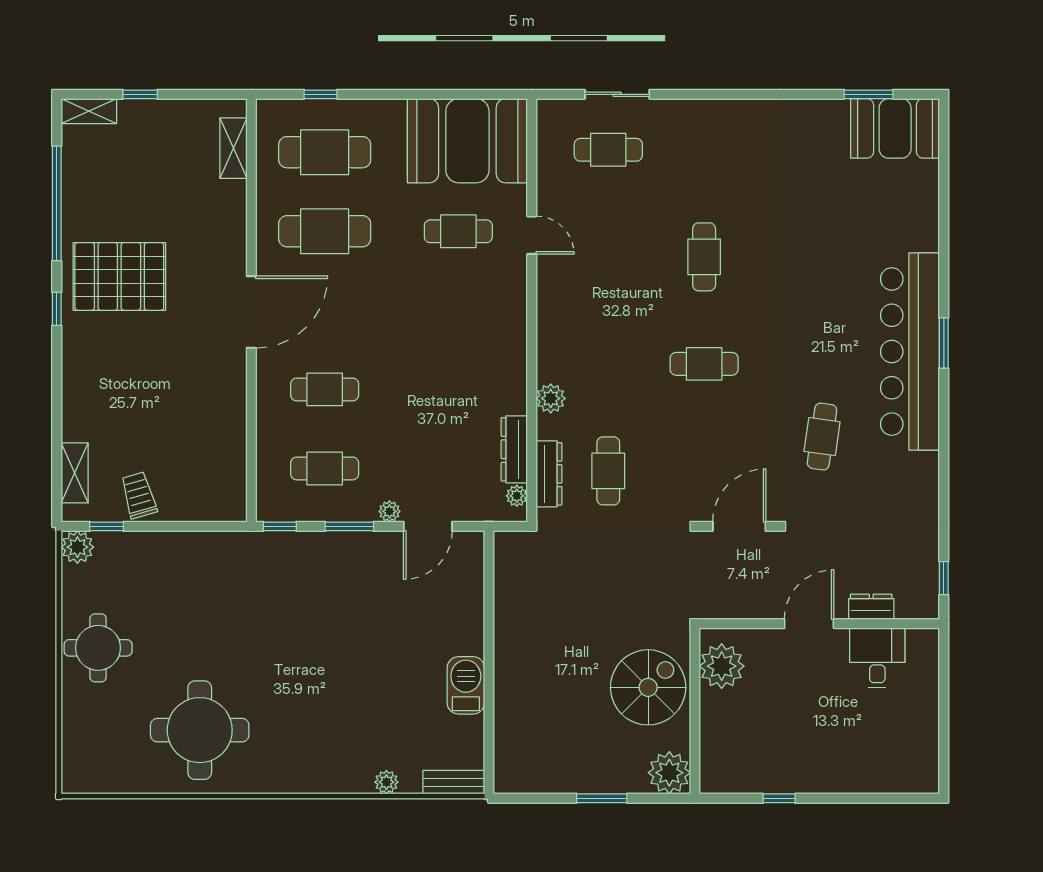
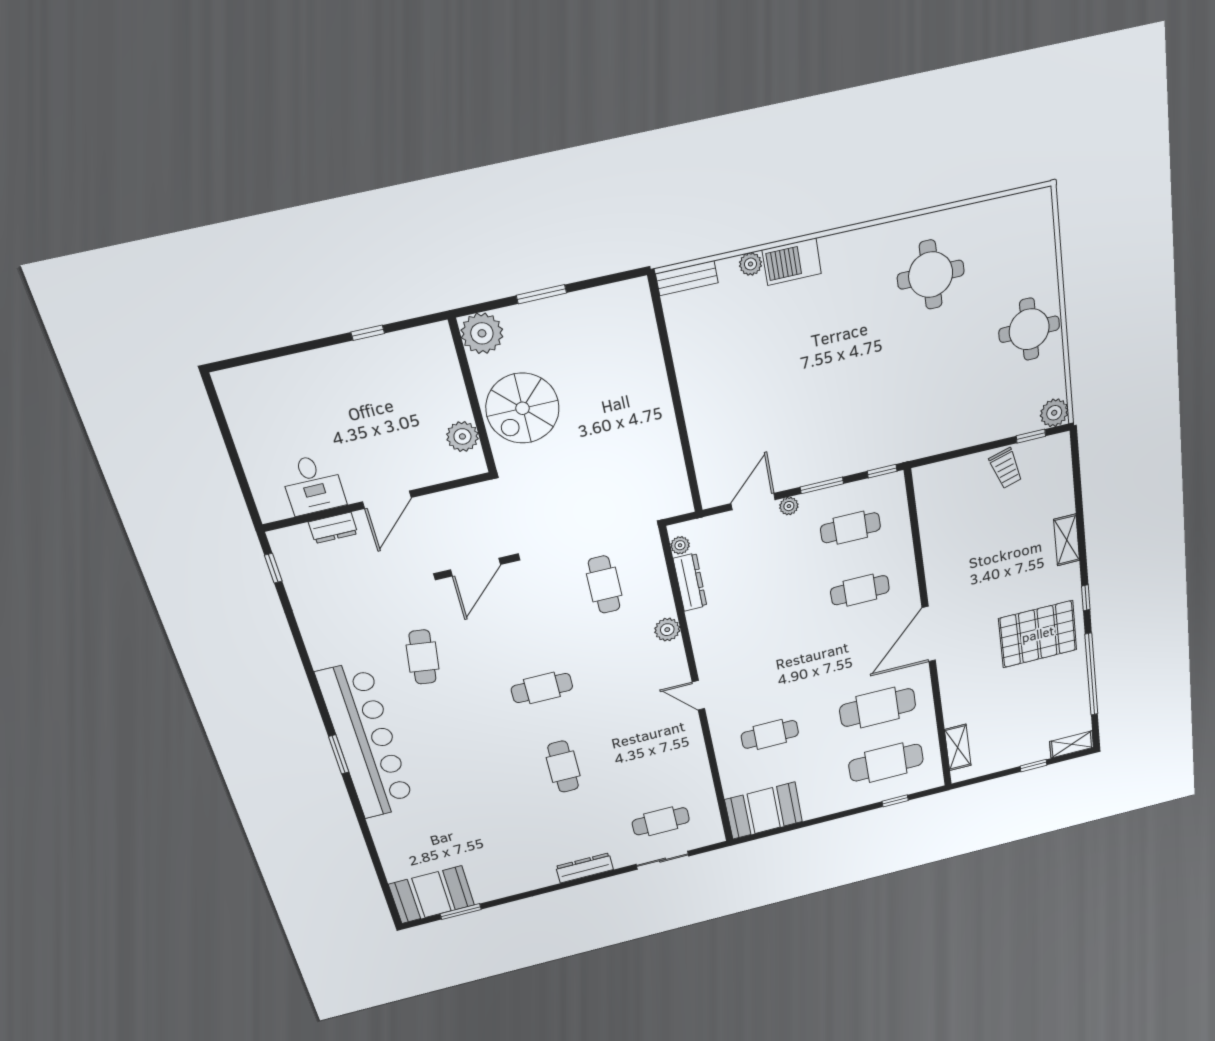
booth: (467, 141) -> (764, 811), width x0.73, depth x0.70
door: (532, 235) -> (698, 695), moved
shelving: (75, 473) -> (1067, 540), moved
dresser: (549, 474) -> (585, 868), moved, turned 90
plant: (722, 666) -> (462, 436), width x0.73, depth x0.73
barbecue: (466, 685) -> (792, 262), moved, turned 90
round table: (200, 730) -> (931, 275), width x0.73, depth x0.73

